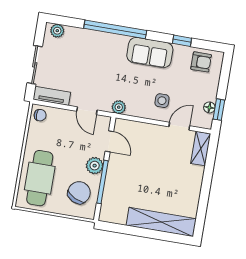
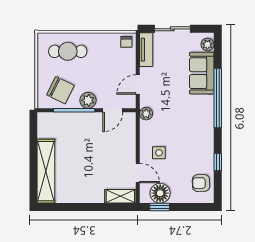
sofa: (150, 53) -> (202, 73), moved
armchair: (201, 62) -> (201, 183), turned 89
floor lamp: (209, 107) -> (160, 193), width x1.89, depth x1.89
cafe table: (40, 178) -> (68, 51), width x0.73, depth x0.74

